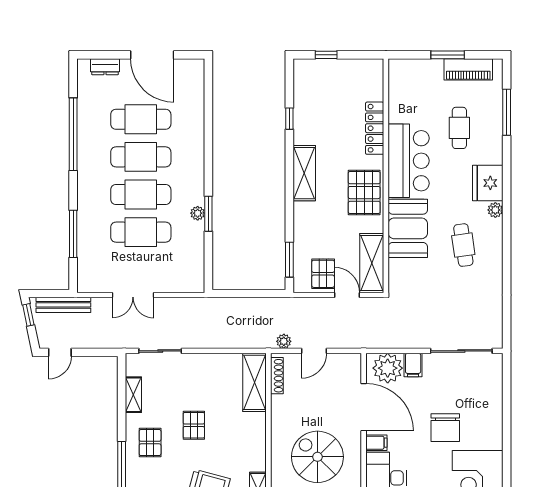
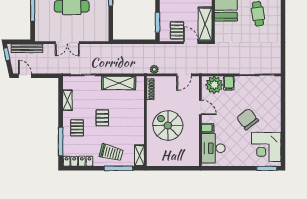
door: (314, 351) -> (184, 75), moved
door: (60, 352) -> (25, 76), swing flipped
shelving: (255, 382) -> (119, 83), moved, turned 90
door: (364, 407) -> (200, 107), width x0.53
chair: (445, 428) -> (248, 119), turned 143
spiral stairs: (317, 457) -> (168, 125), moved

